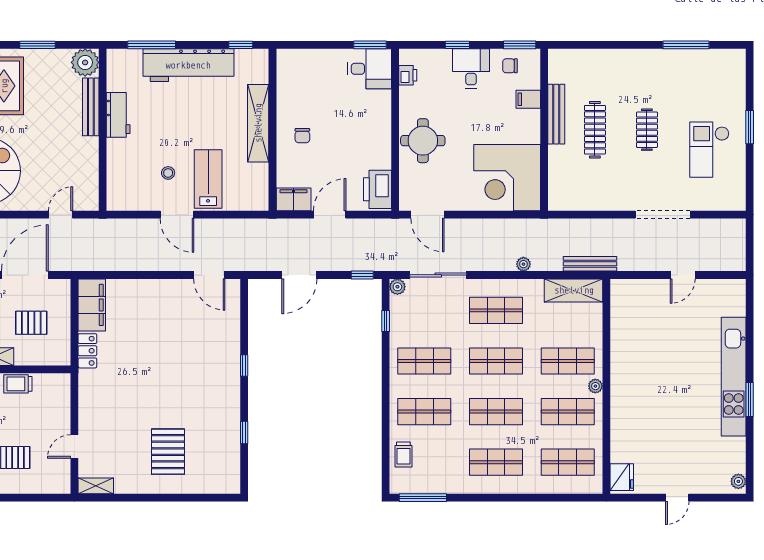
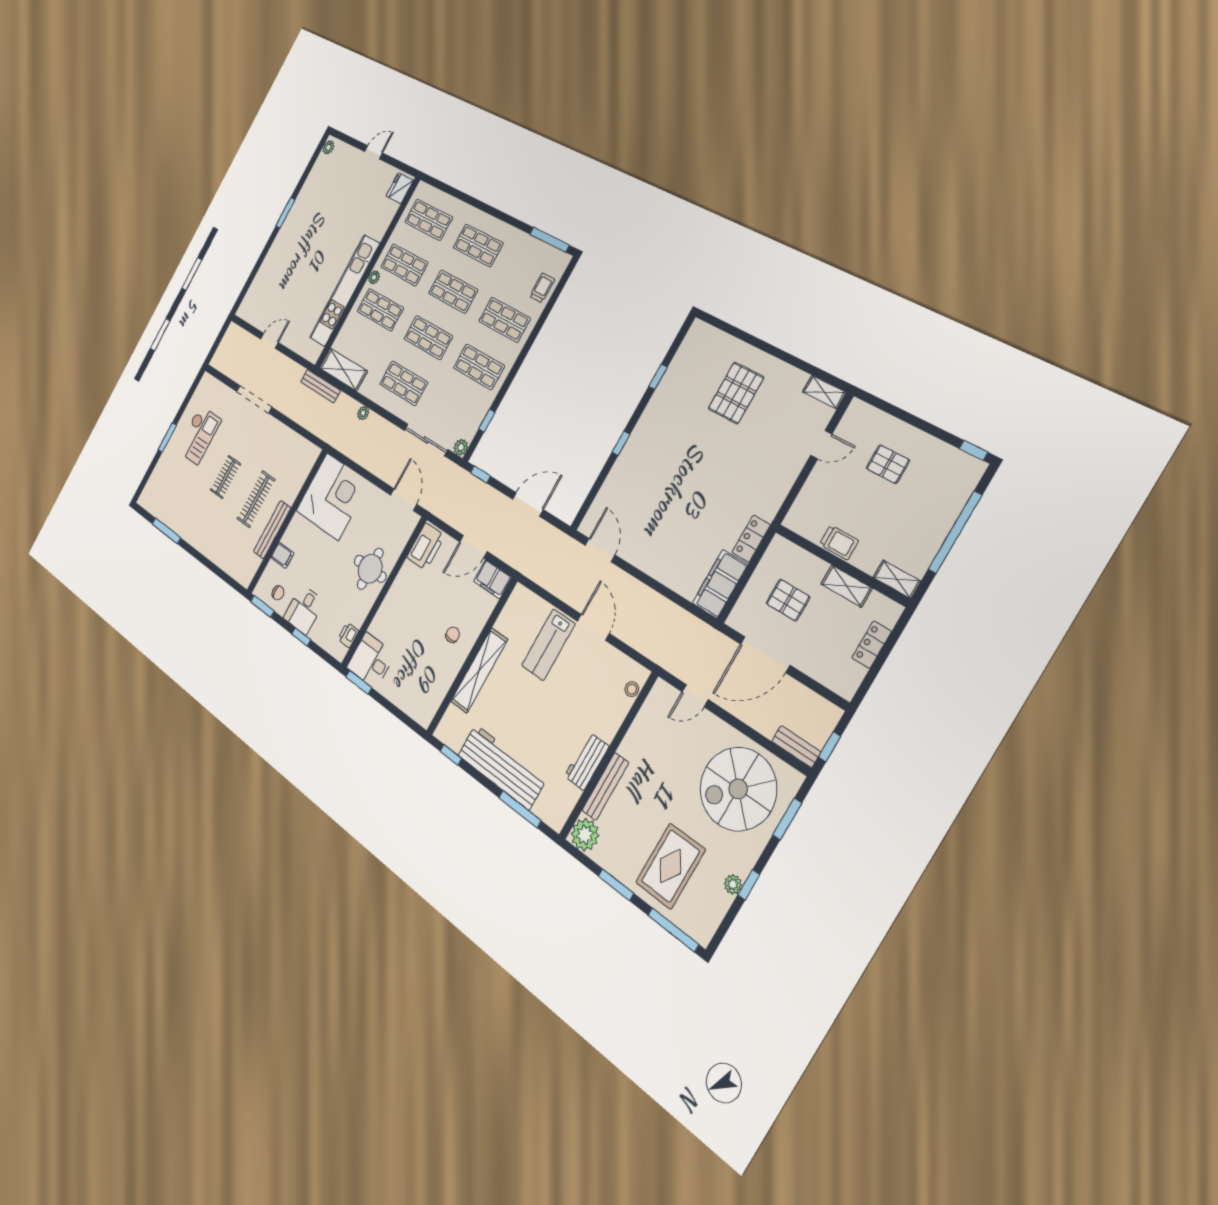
stool: (168, 173) -> (632, 689), moved
kitchen unit: (734, 377) -> (345, 291), moved, turned 180

